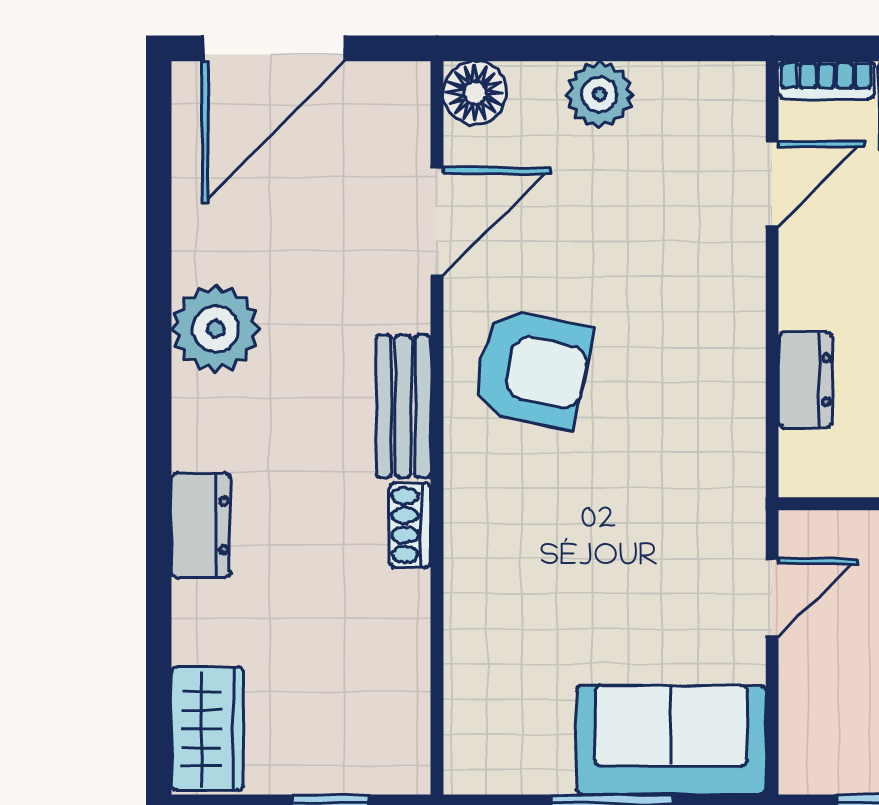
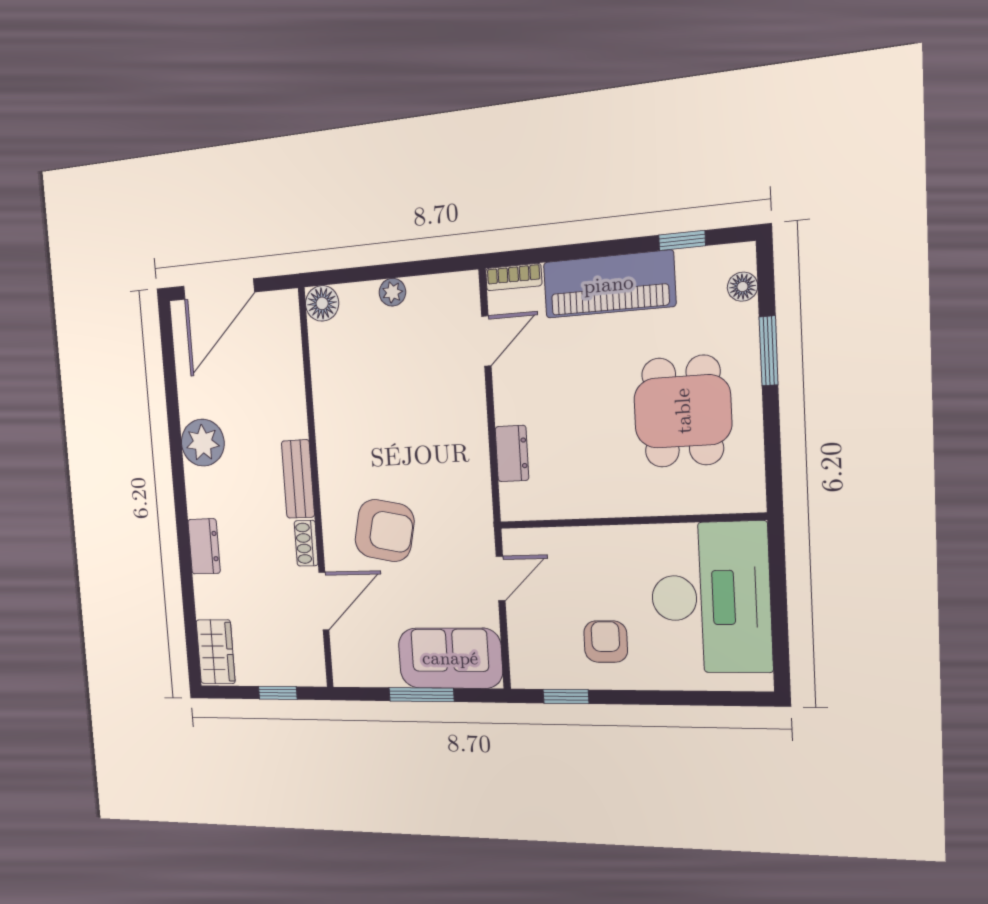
plant: (599, 94) -> (392, 292), width x0.73, depth x0.73
door: (437, 222) -> (324, 601), moved
armchair: (532, 369) -> (385, 531), moved

